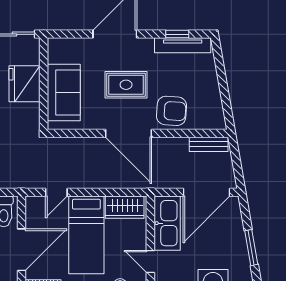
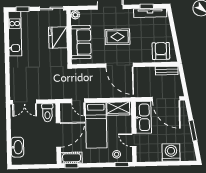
plant: (55, 46) -> (75, 15), added
armchair: (171, 111) -> (161, 51), moved, turned -94
door: (56, 192) -> (78, 101), hinge flipped
door: (206, 192) -> (166, 99), hinge flipped

